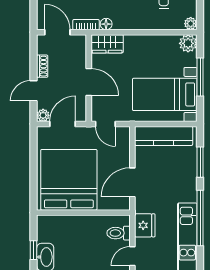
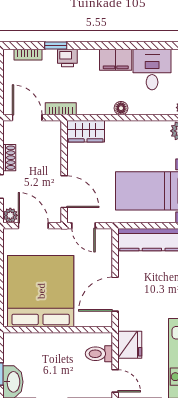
floor lamp: (106, 24) -> (121, 108), moved
door: (89, 82) -> (64, 192), moved
door: (63, 124) -> (33, 226), hinge flipped
door: (132, 256) -> (115, 381), swing flipped

